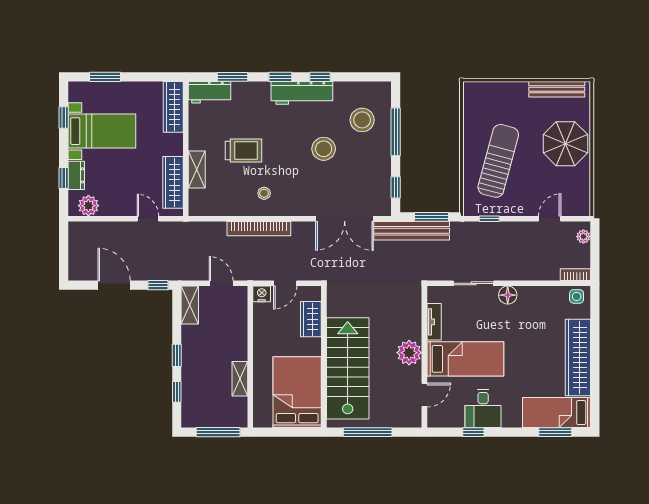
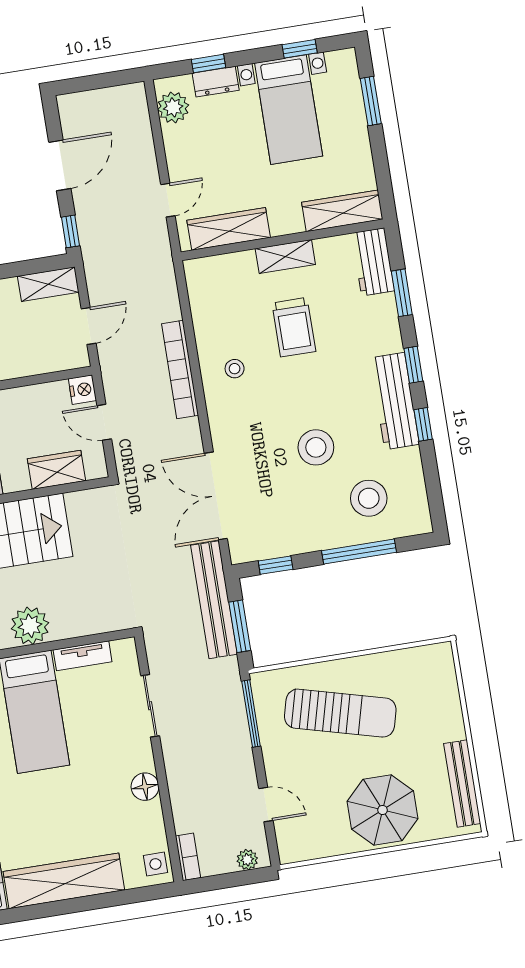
shelving: (197, 170) -> (285, 257), moved
window: (489, 219) -> (251, 714), width x2.17
floor lamp: (508, 295) -> (145, 787), moved

